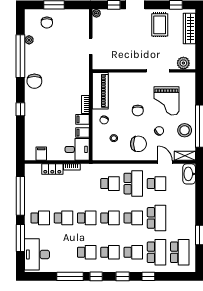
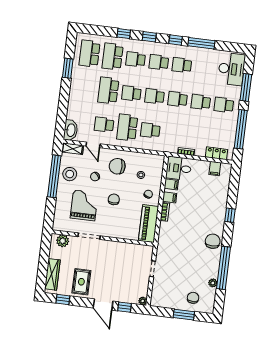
locker: (52, 169) -> (216, 153), moved

